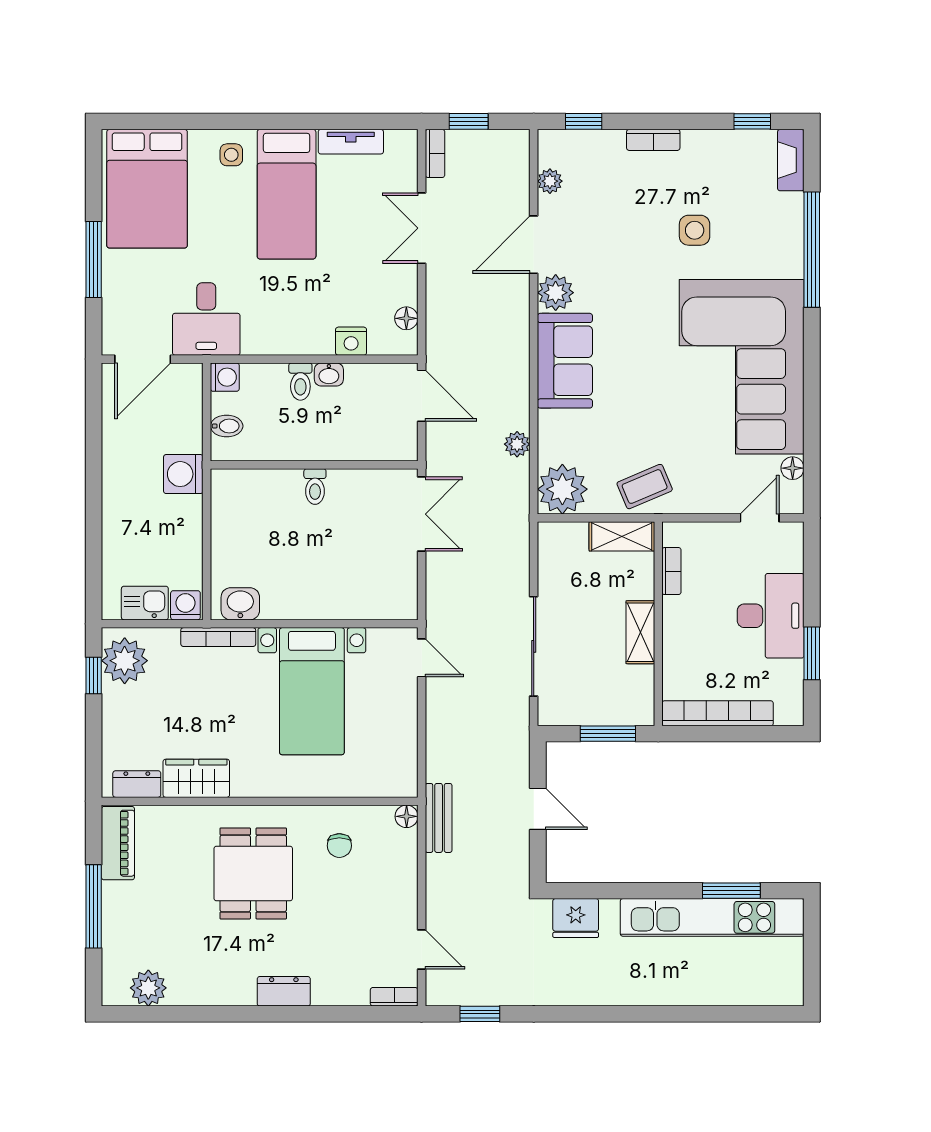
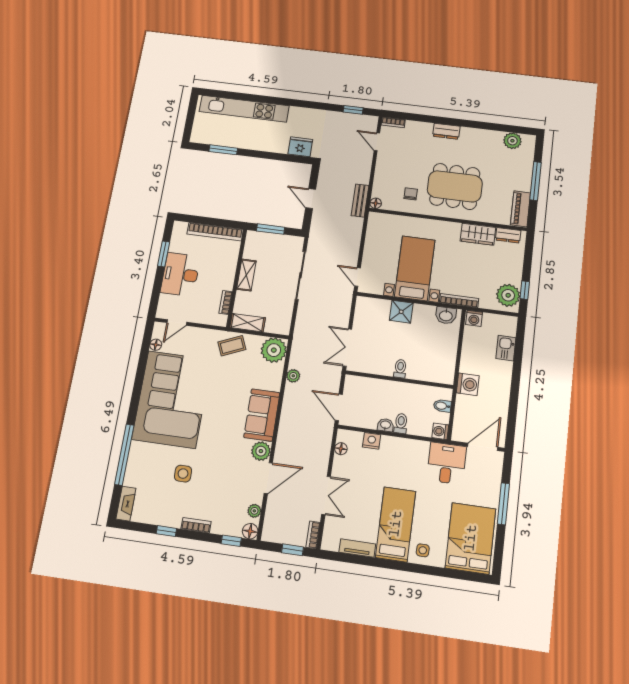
window: (752, 121) -> (166, 531), moved
floor lamp: (552, 143) -> (250, 531), added
shower: (327, 599) -> (401, 312), added
kitchen sink: (145, 603) -> (506, 348), moved, turned 90
dining table: (253, 873) -> (455, 186), width x1.37
kitchen unit: (712, 917) -> (244, 109), moved, turned 180

